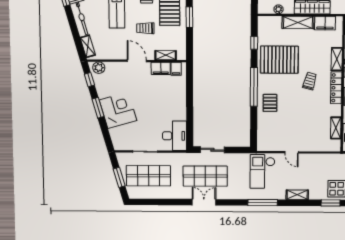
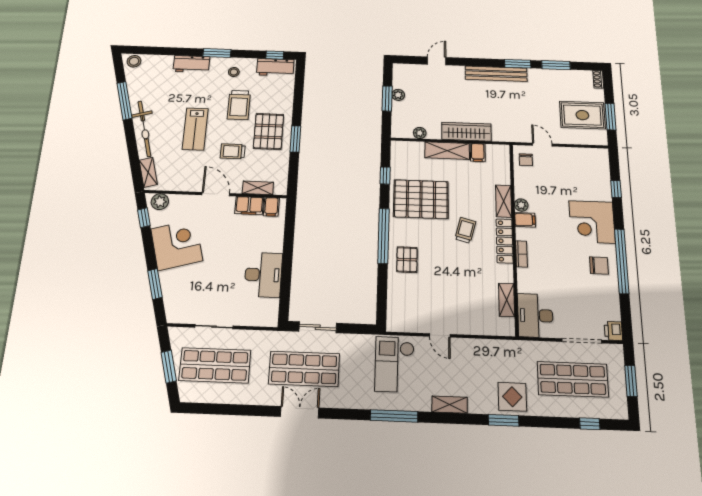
filing cabinet: (325, 23) -> (478, 153), width x0.50
window: (98, 108) -> (155, 284), moved
corner desk: (118, 110) -> (177, 245), moved
desk: (174, 136) -> (263, 275), moved

